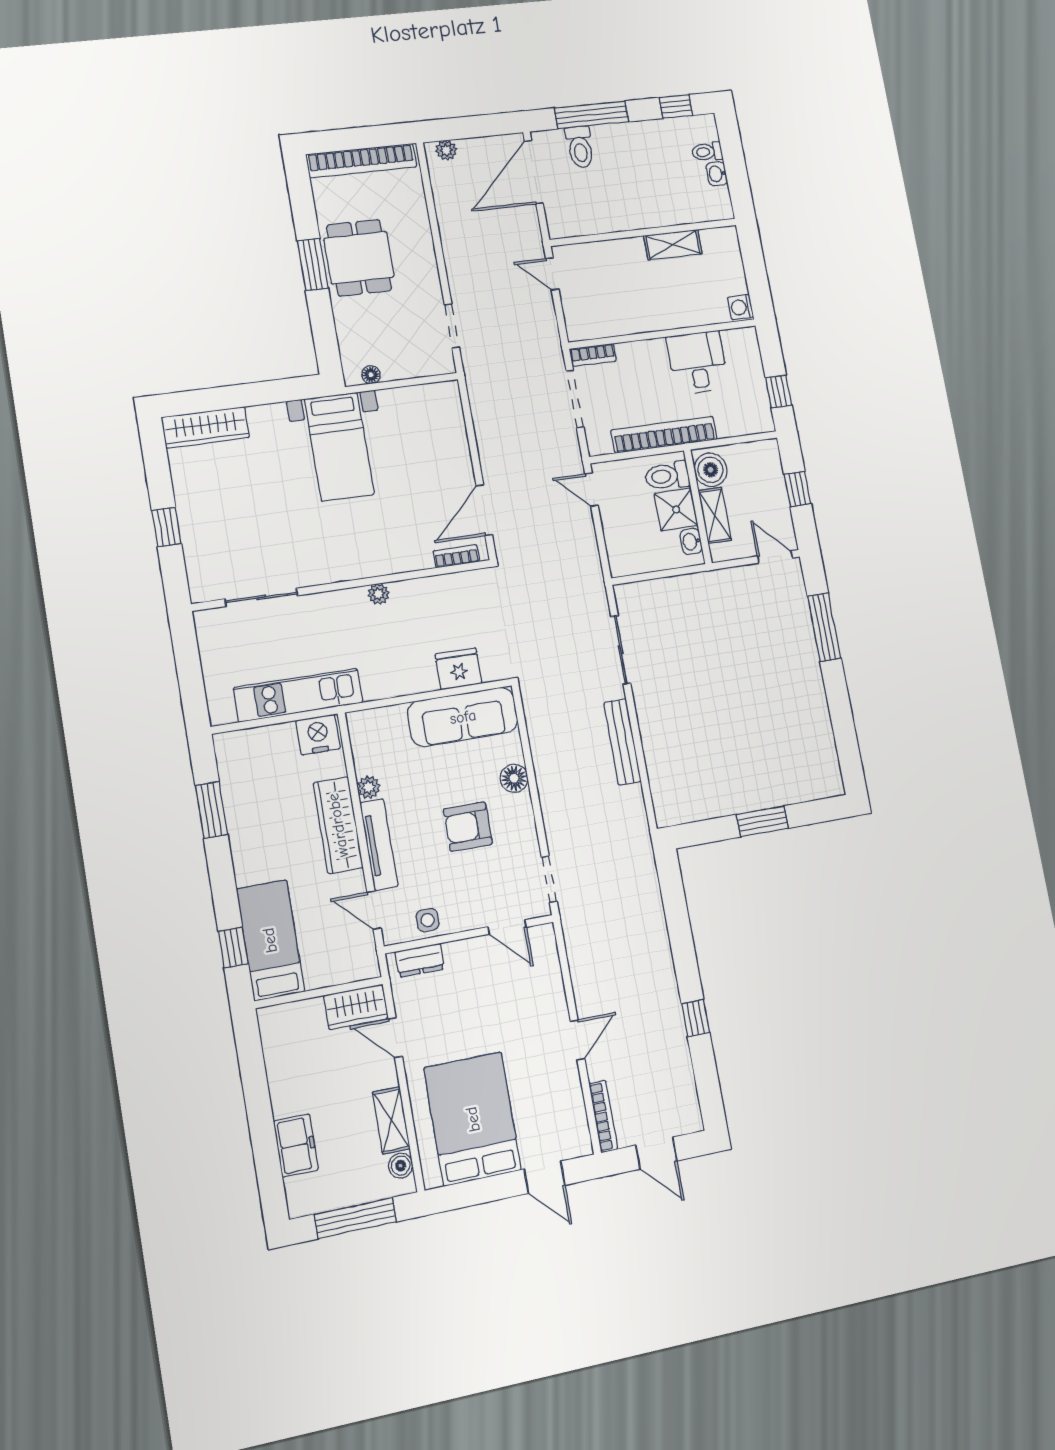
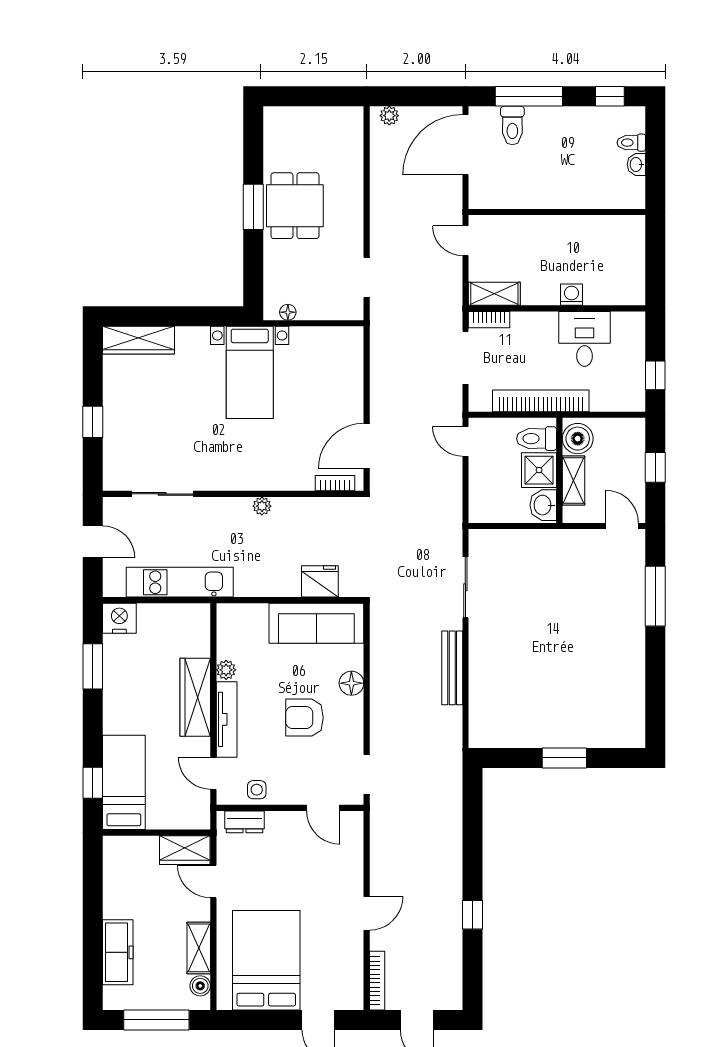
bookcase: (361, 161) -> (312, 117), removed
shelving: (673, 245) -> (494, 294), moved
washing machine: (741, 307) -> (571, 295), moved, turned 90
washbasin: (691, 541) -> (543, 505), width x1.38, depth x1.45
door: (188, 665) -> (93, 542), added
nightstand: (318, 735) -> (119, 618), moved
freezer: (296, 1146) -> (118, 952), width x1.40

